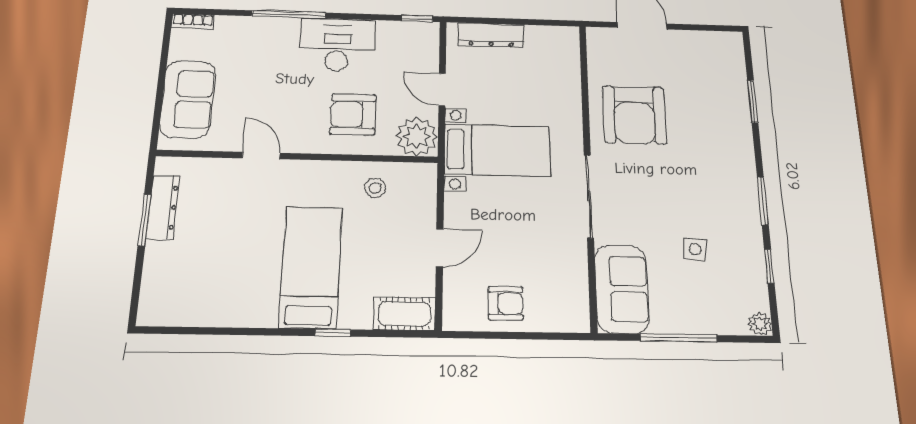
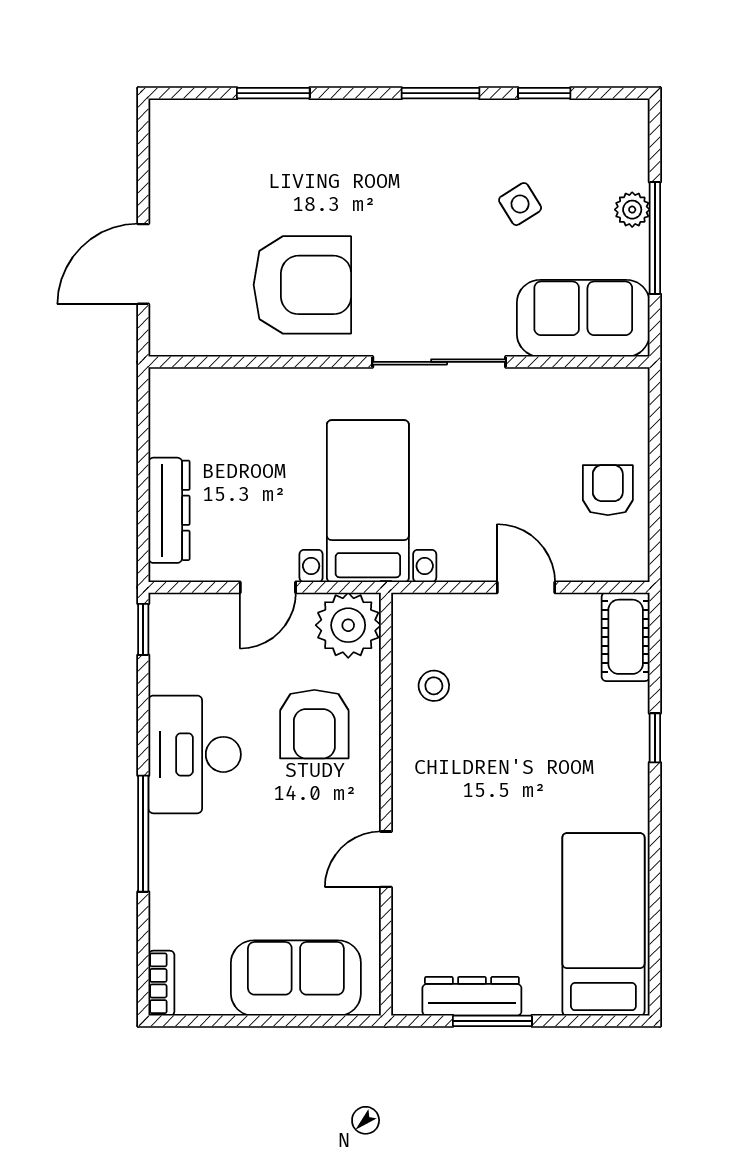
side table: (695, 249) -> (520, 204), turned -38
bed: (311, 267) -> (603, 924), moved, turned 90
plant: (760, 324) -> (632, 210), moved

